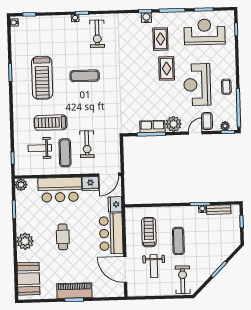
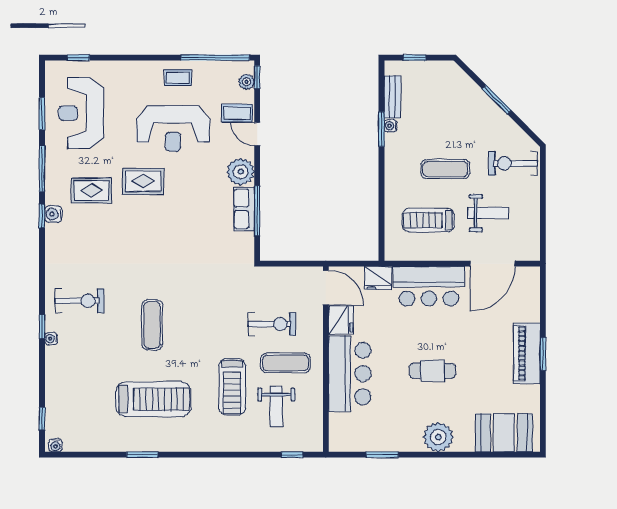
plant: (21, 185) -> (339, 441), removed

